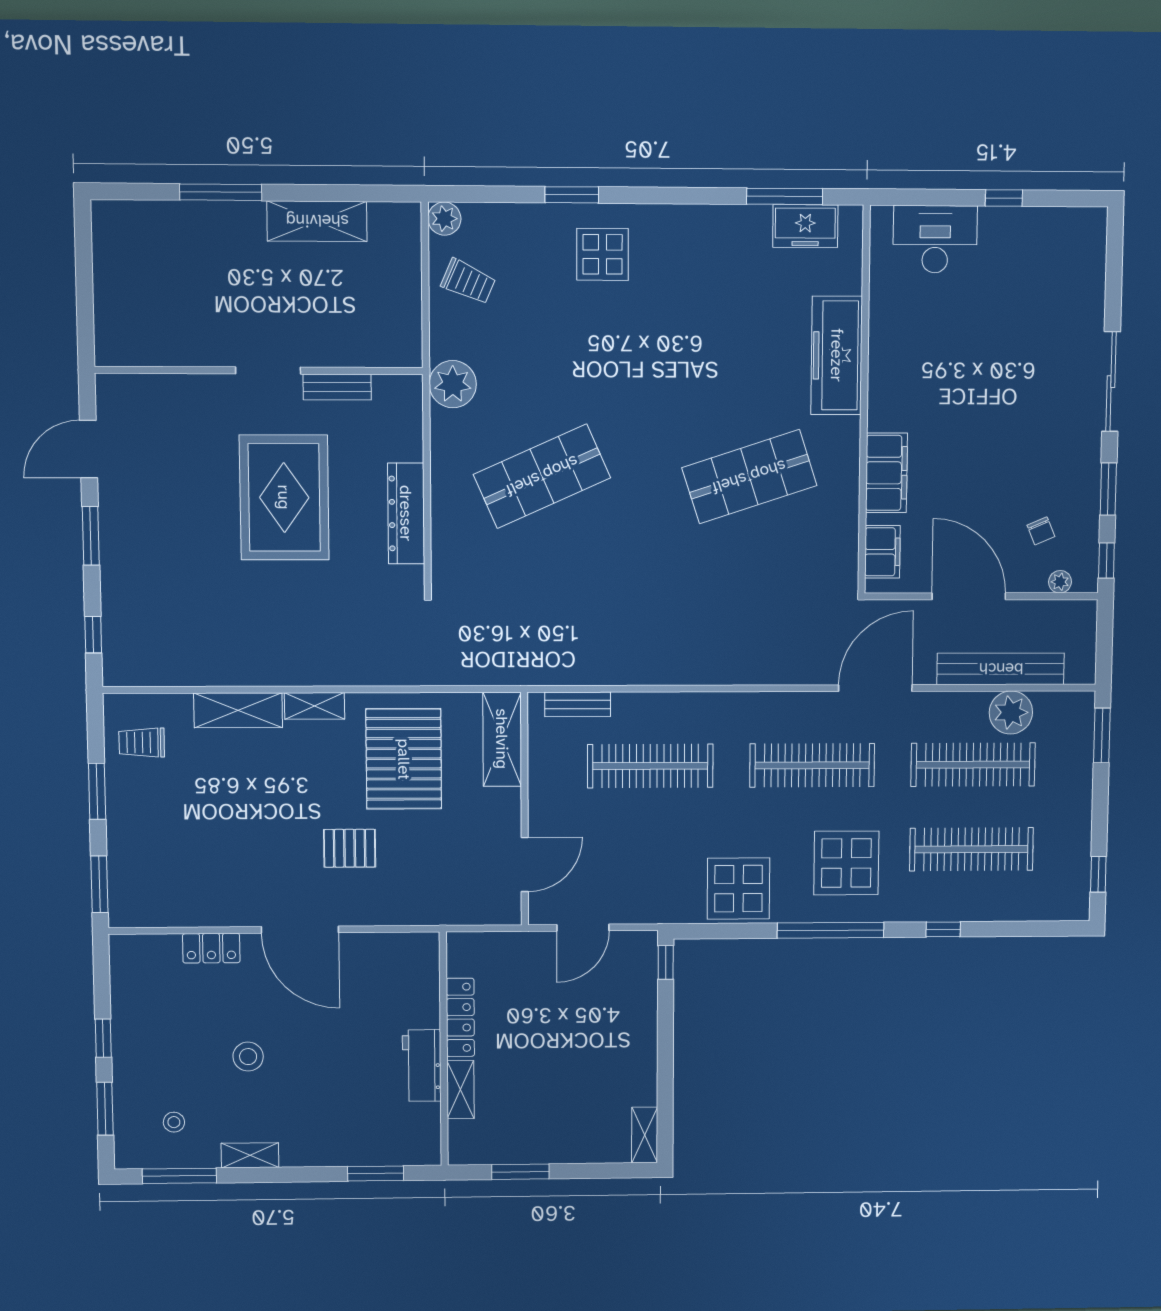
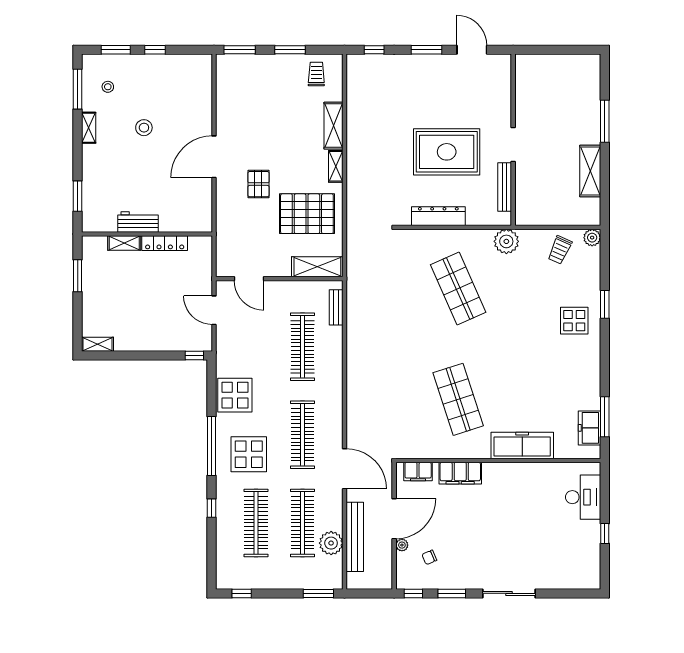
bench: (337, 387) -> (505, 187), width x1.36
plant: (1060, 582) -> (402, 545), moved
locker: (211, 948) -> (204, 109), removed

